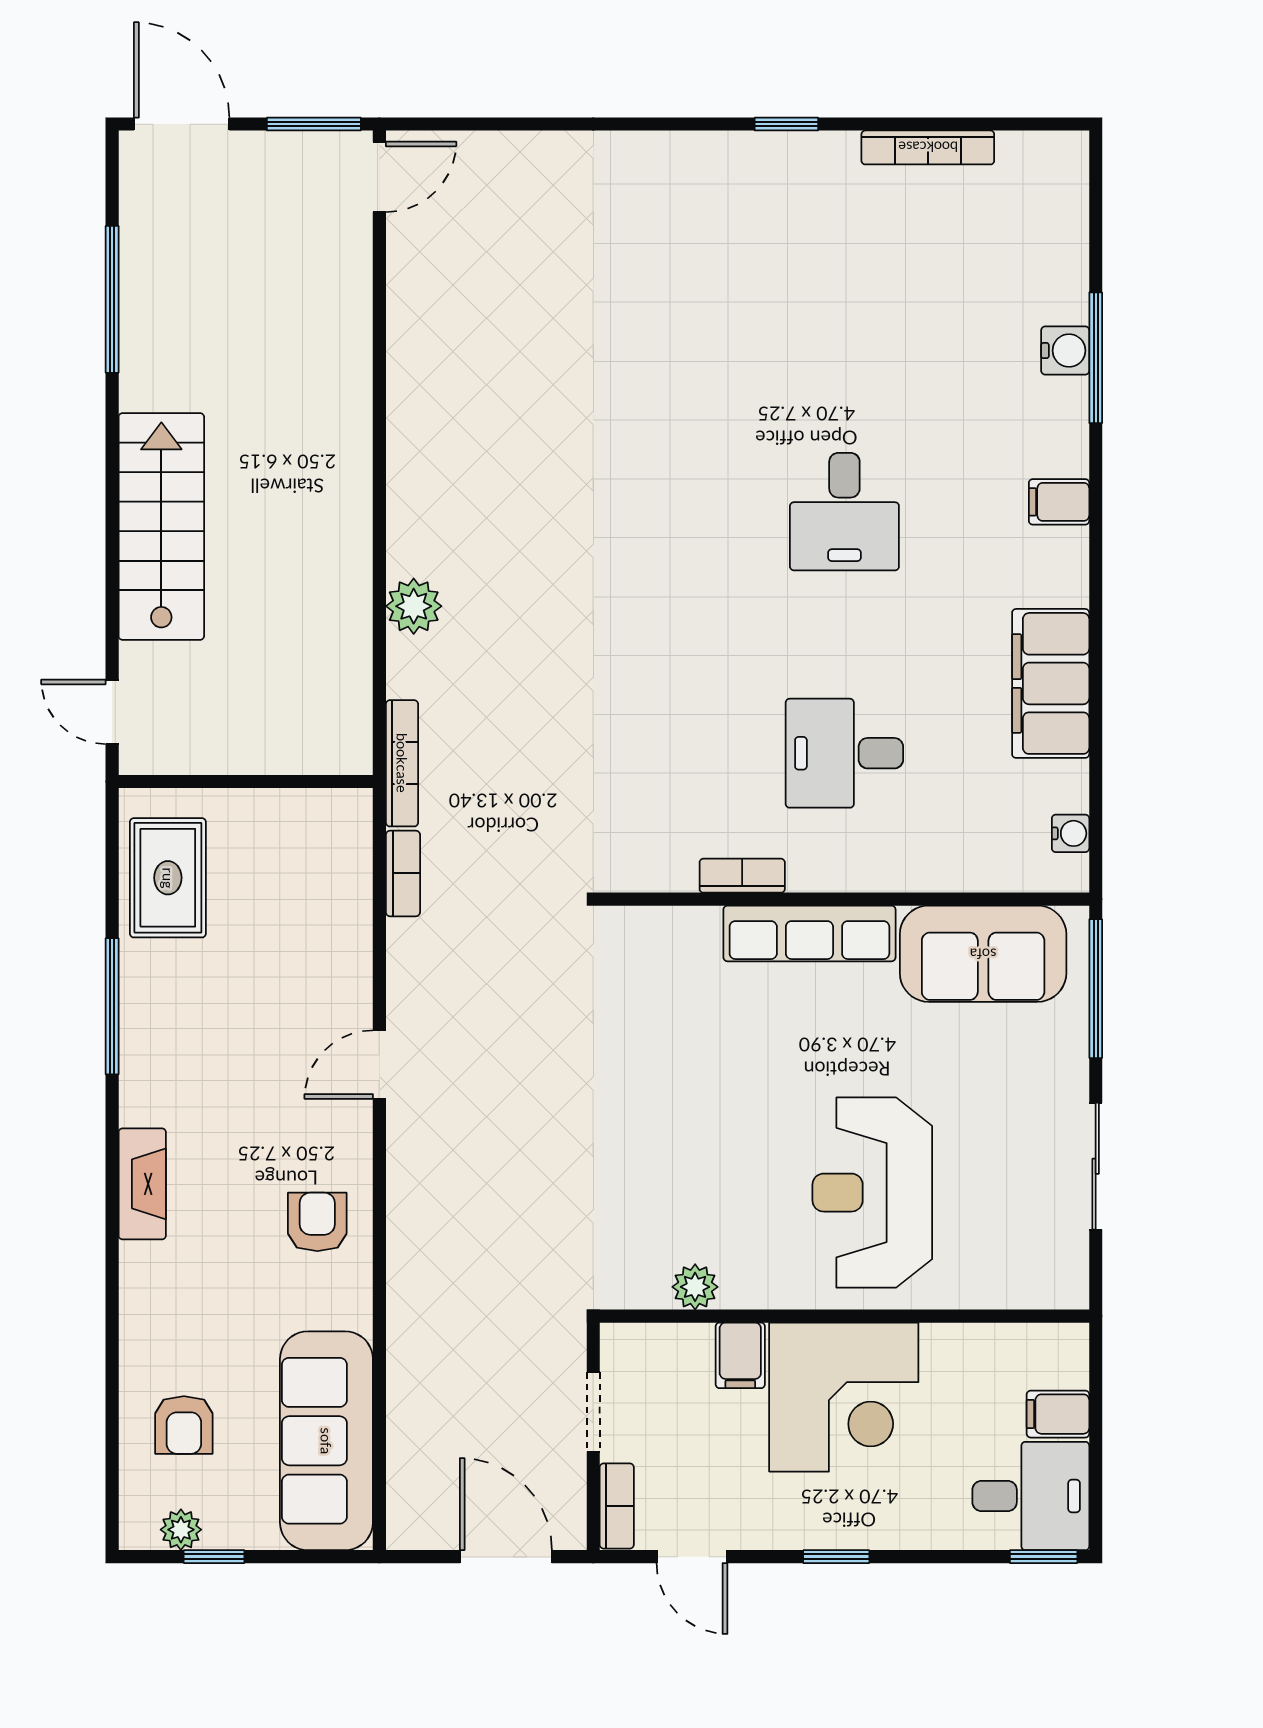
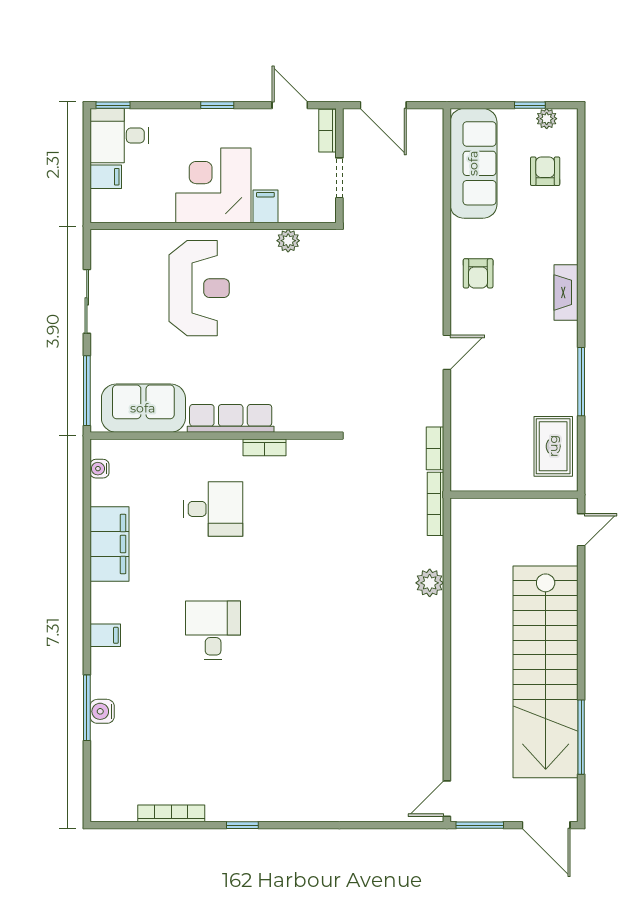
stairs: (161, 527) -> (546, 672), width x1.86, depth x1.51
door: (112, 712) -> (581, 530), hinge flipped

